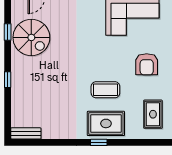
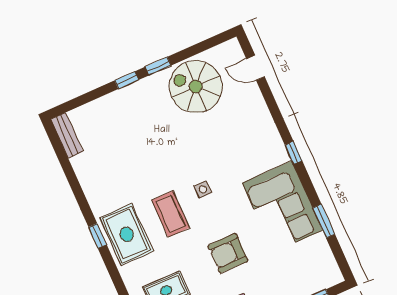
window: (8, 32) -> (158, 66), moved
spiral stairs: (31, 37) -> (196, 87), turned 90
side table: (99, 62) -> (203, 189), added

